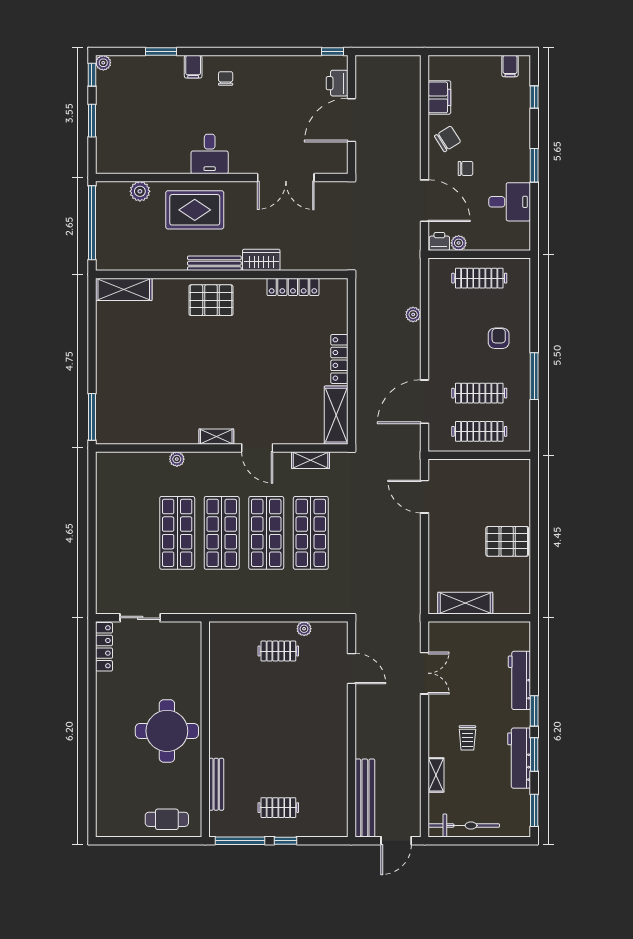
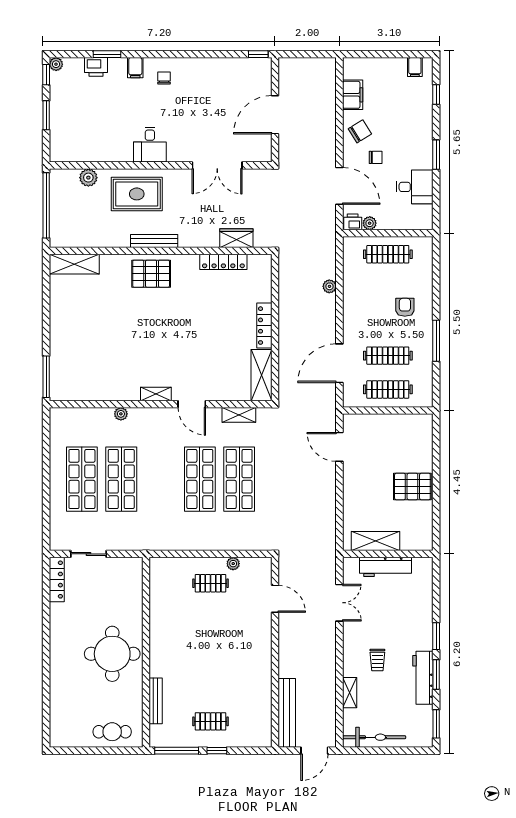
printer: (337, 83) -> (96, 67), moved, turned -90
wardrobe: (261, 260) -> (236, 238), moved
shop shelf: (222, 533) -> (82, 479), moved
workbench: (519, 680) -> (385, 567), moved, turned -90

